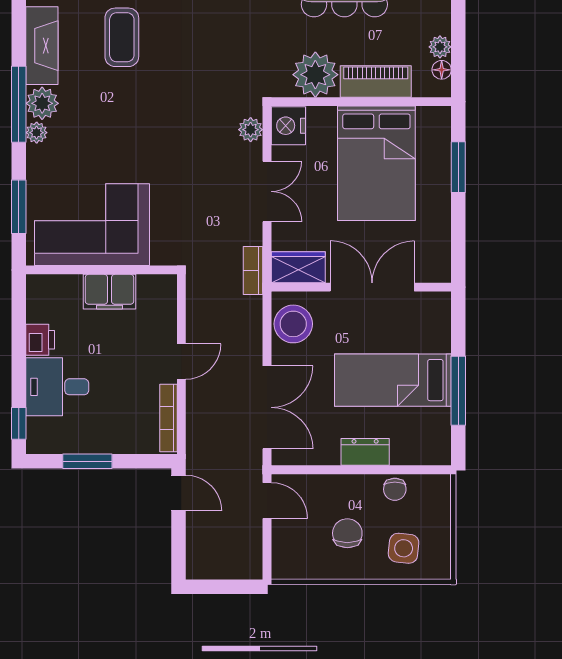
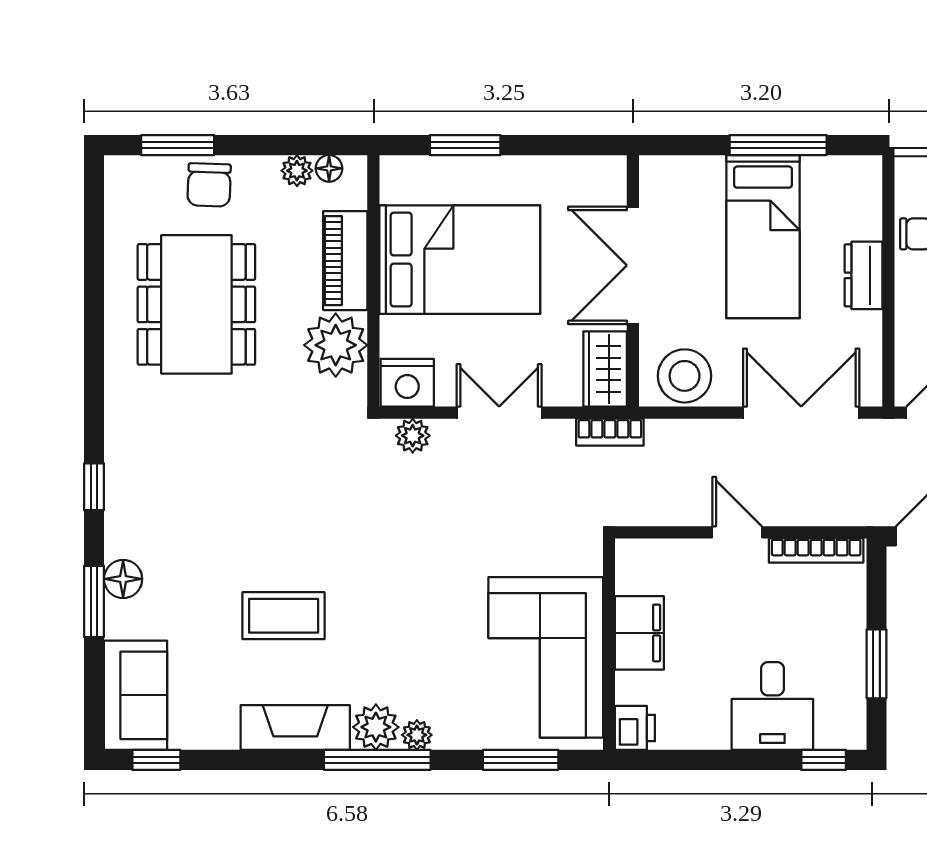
printer: (40, 340) -> (635, 728), moved, turned 90

